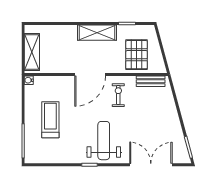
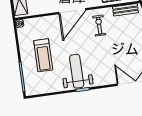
treadmill: (50, 120) -> (43, 55), turned 180
weight bench: (104, 141) -> (77, 71), moved

